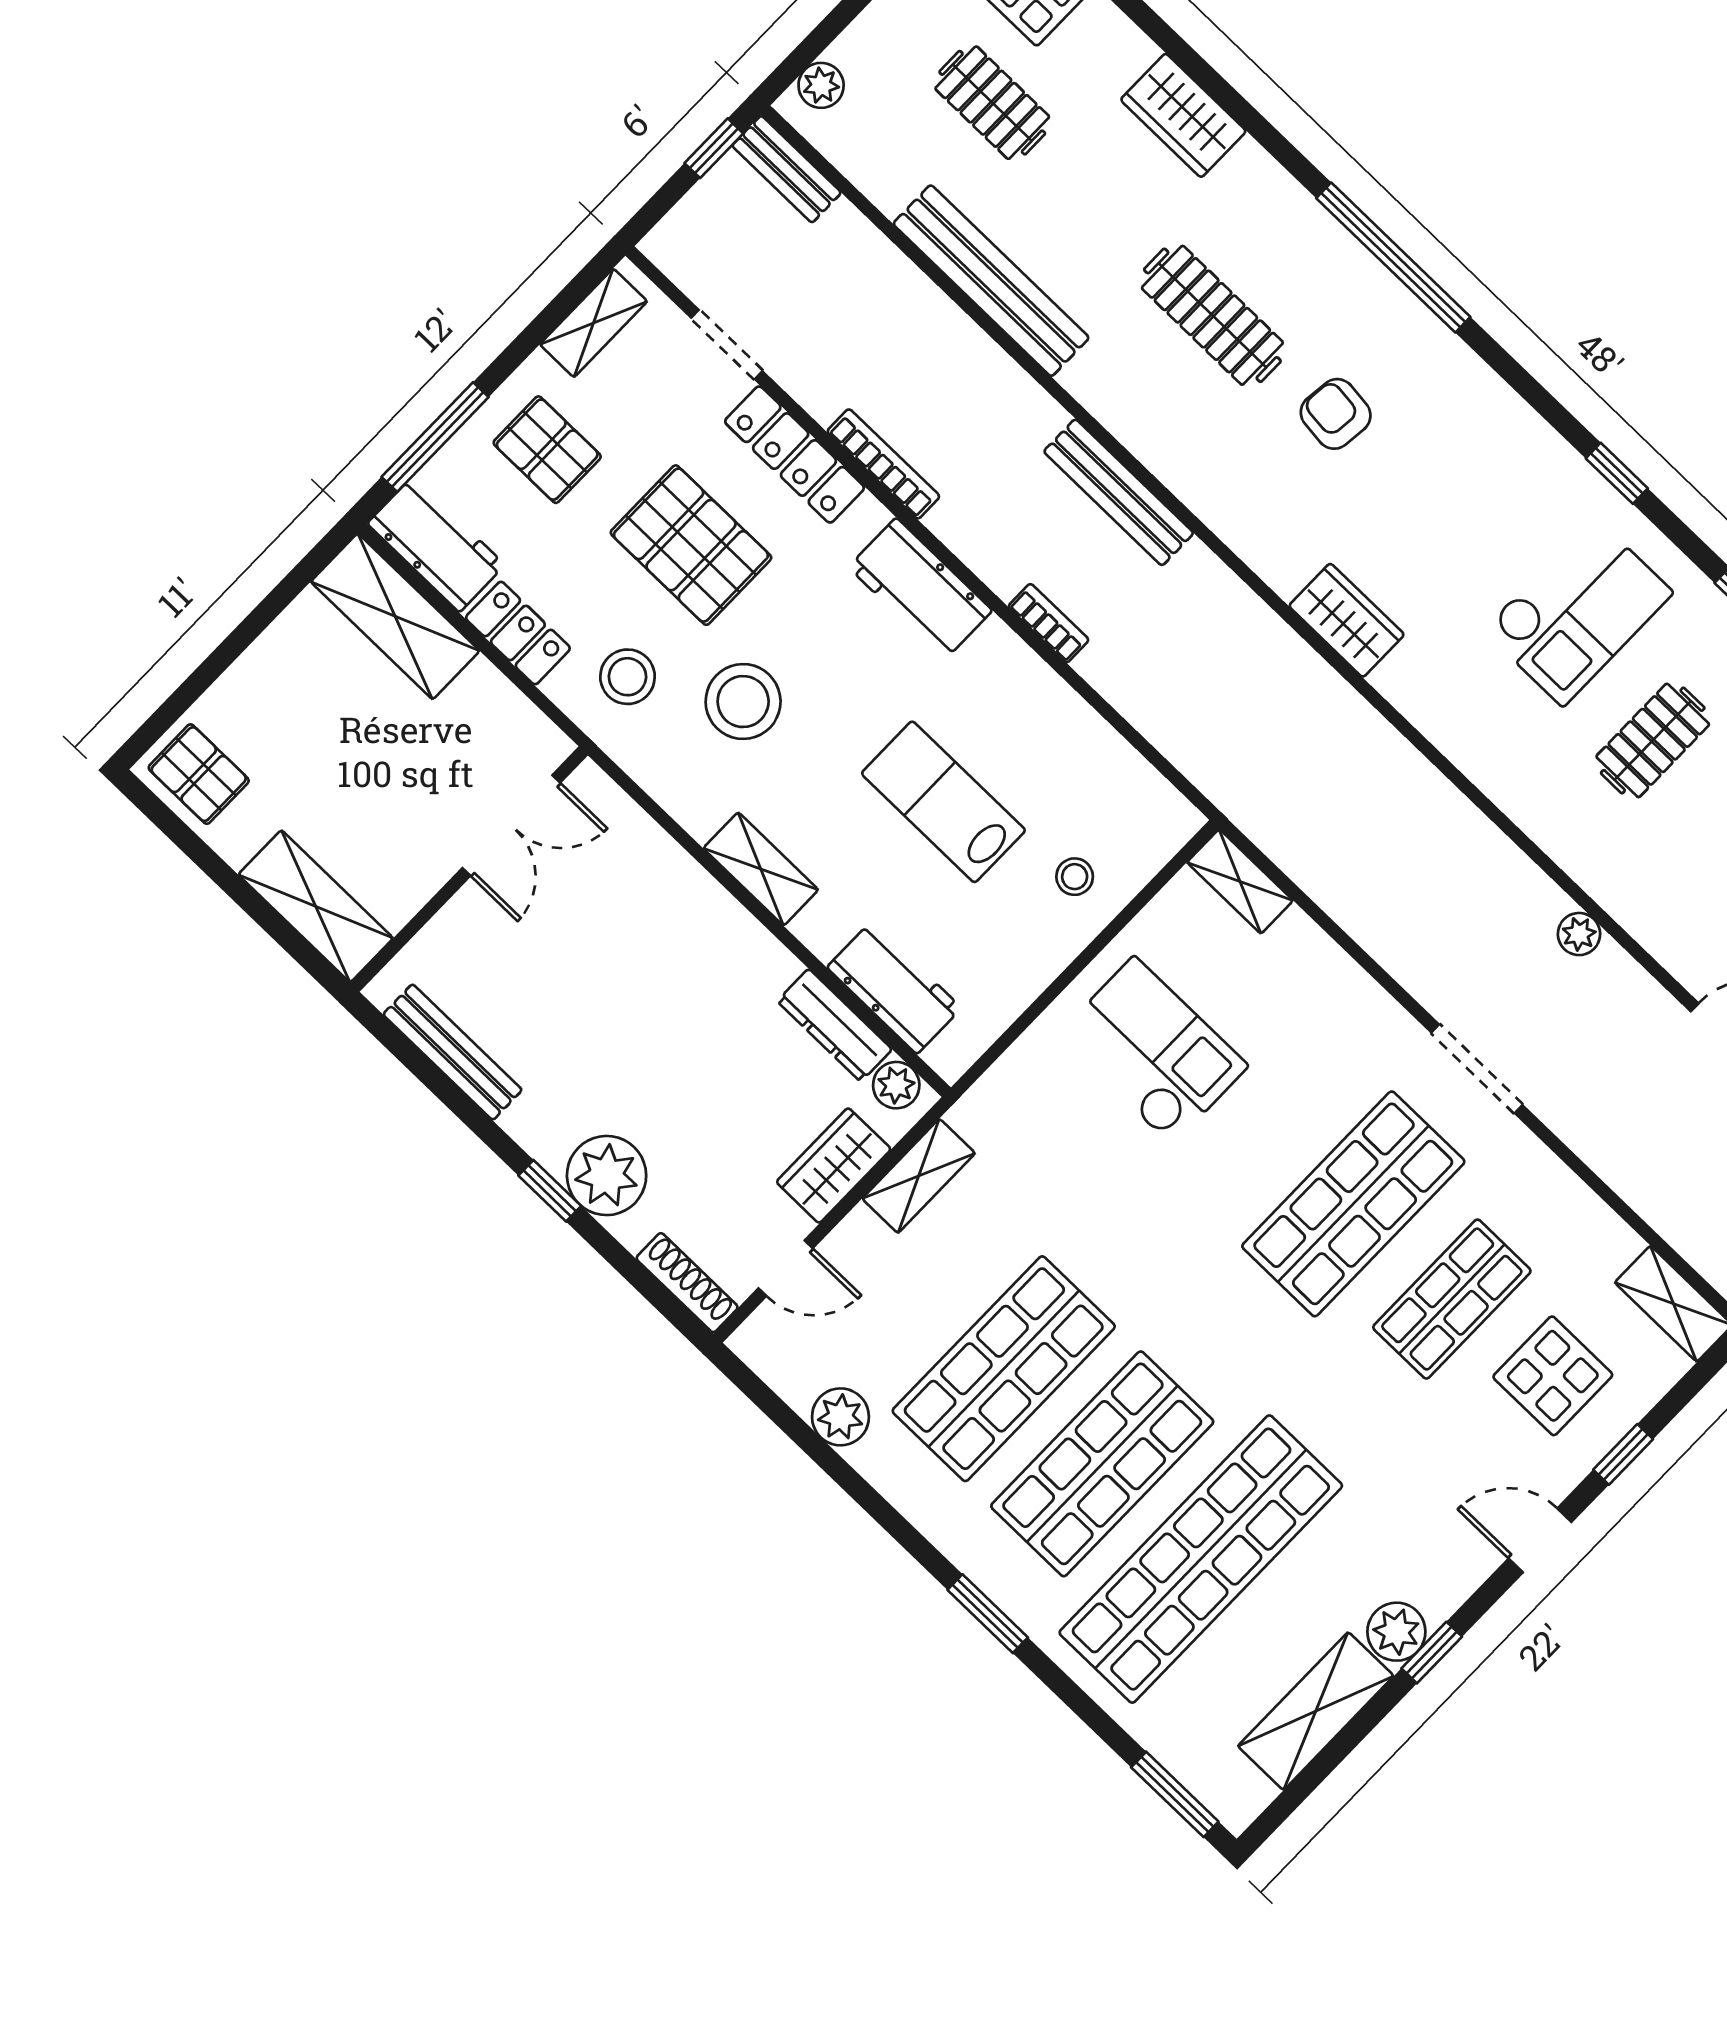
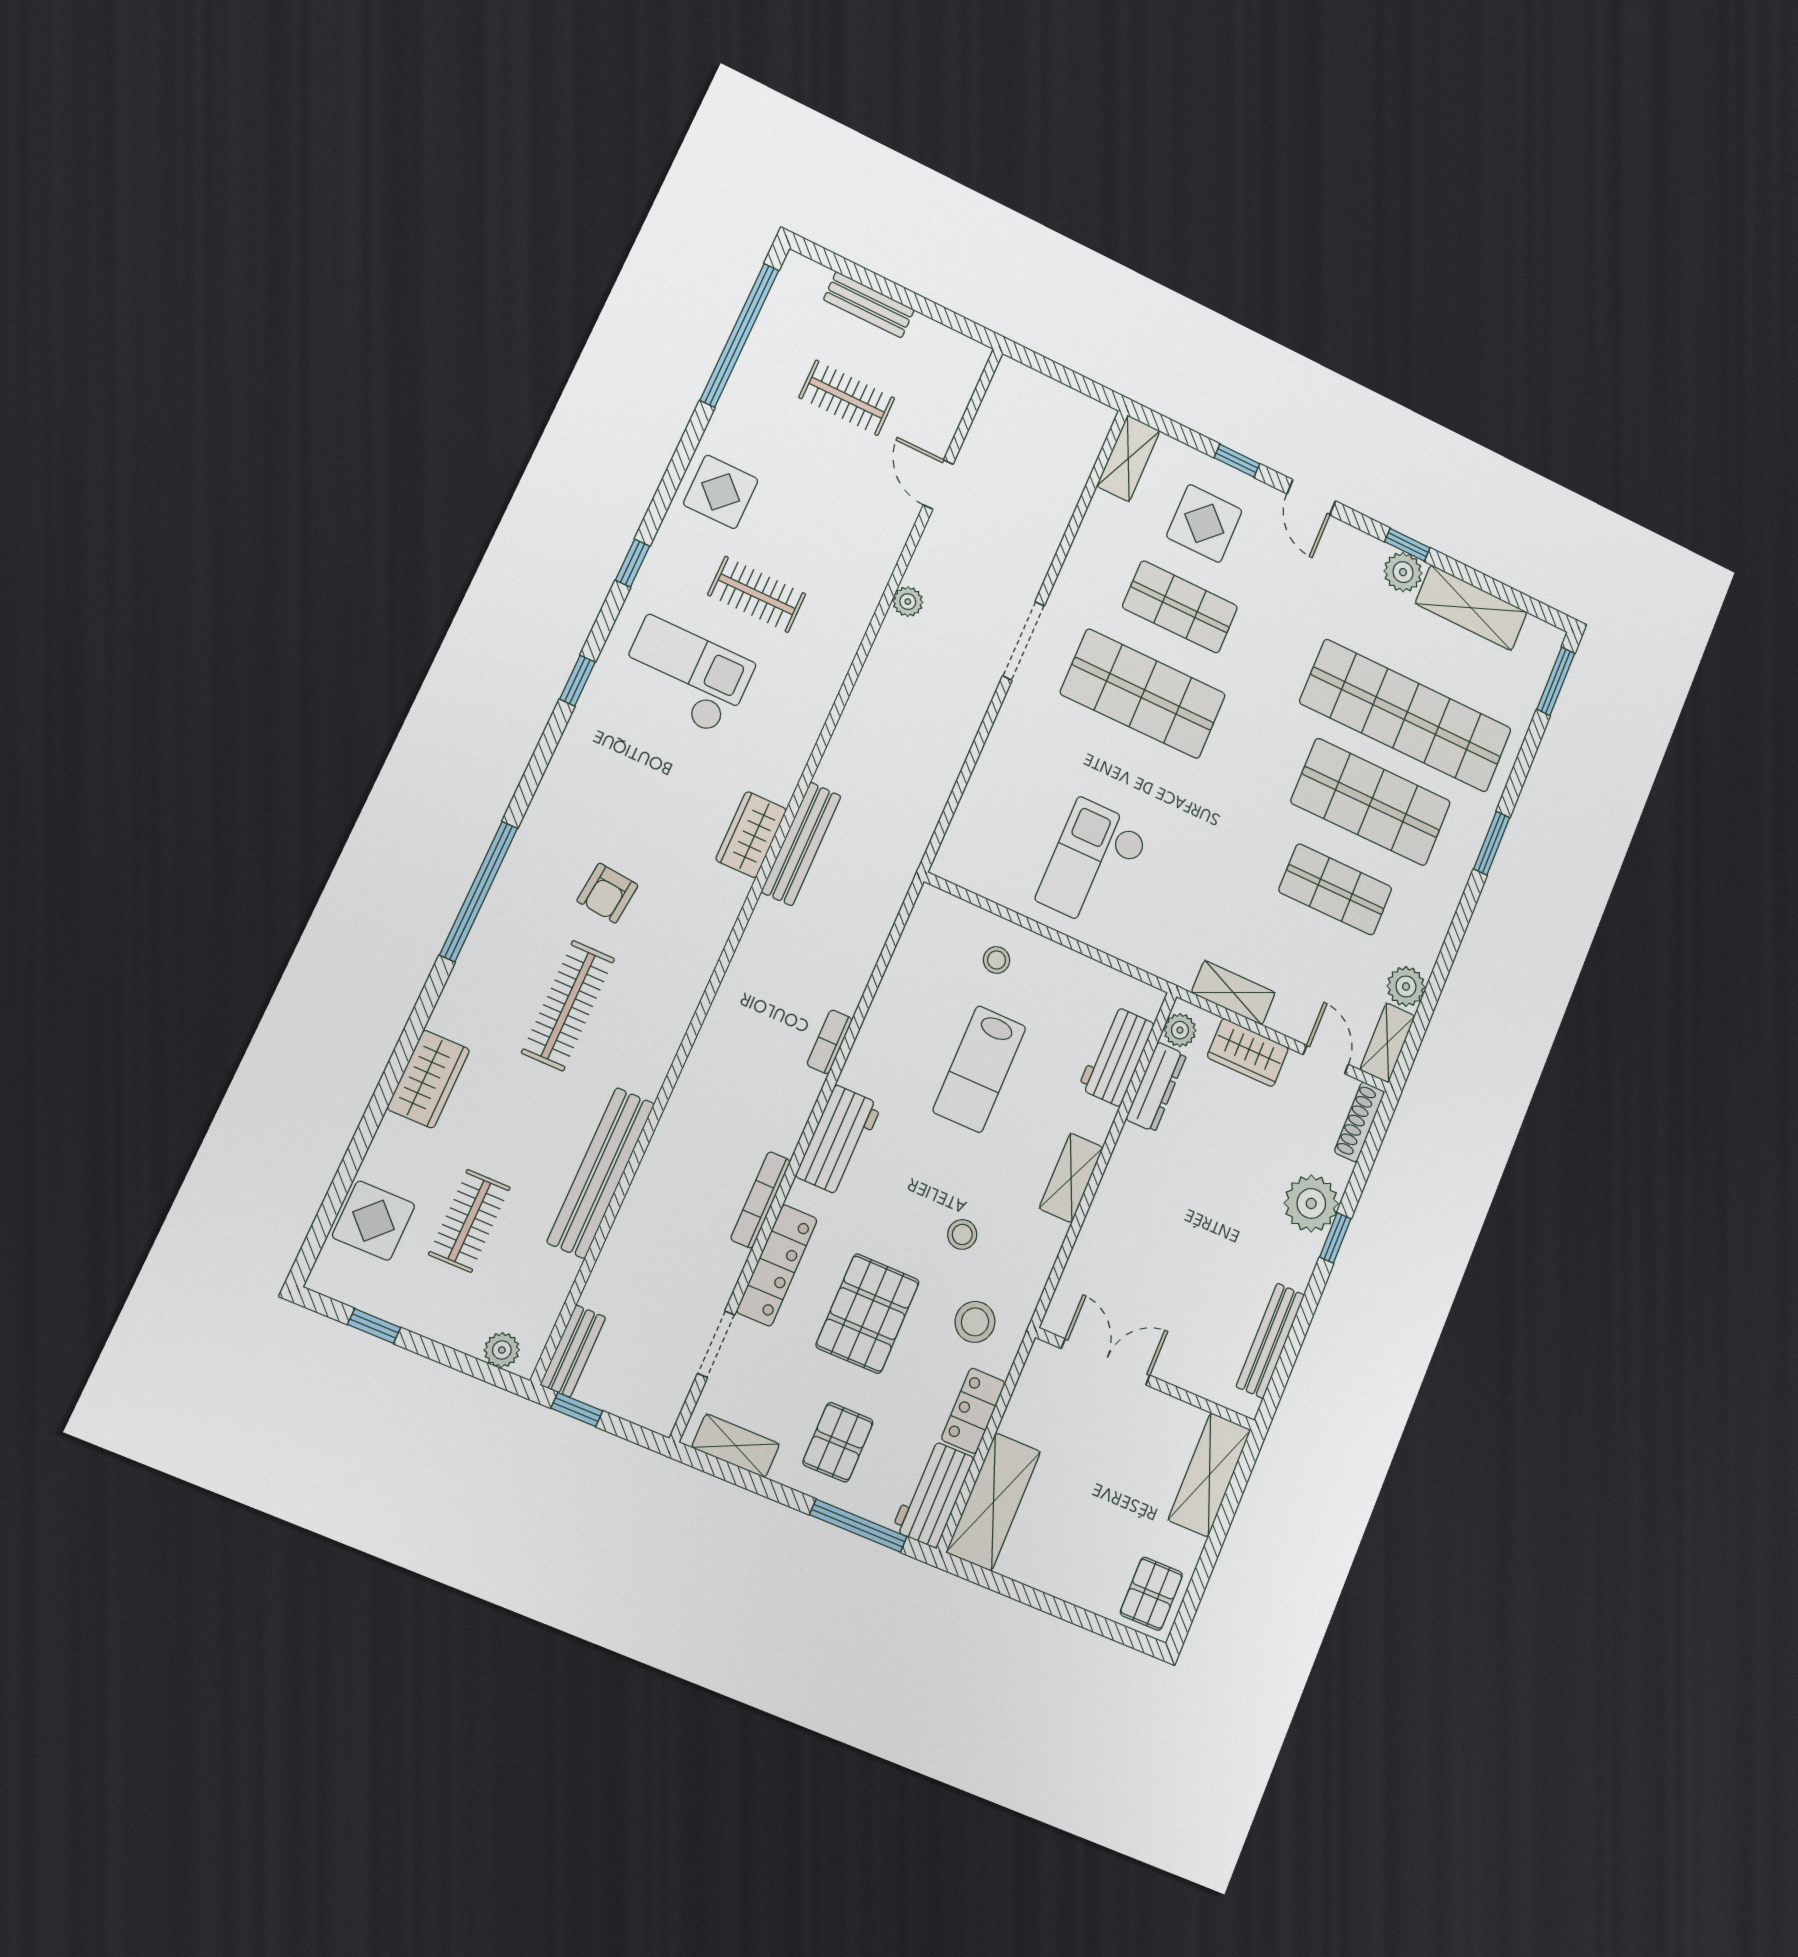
bench: (1119, 492) -> (801, 844), moved
stool: (743, 702) -> (962, 1234), width x0.53, depth x0.53
shelving: (1240, 881) -> (1387, 1043), moved
shop shelf: (1004, 1369) -> (1335, 889), width x0.70, depth x0.74

